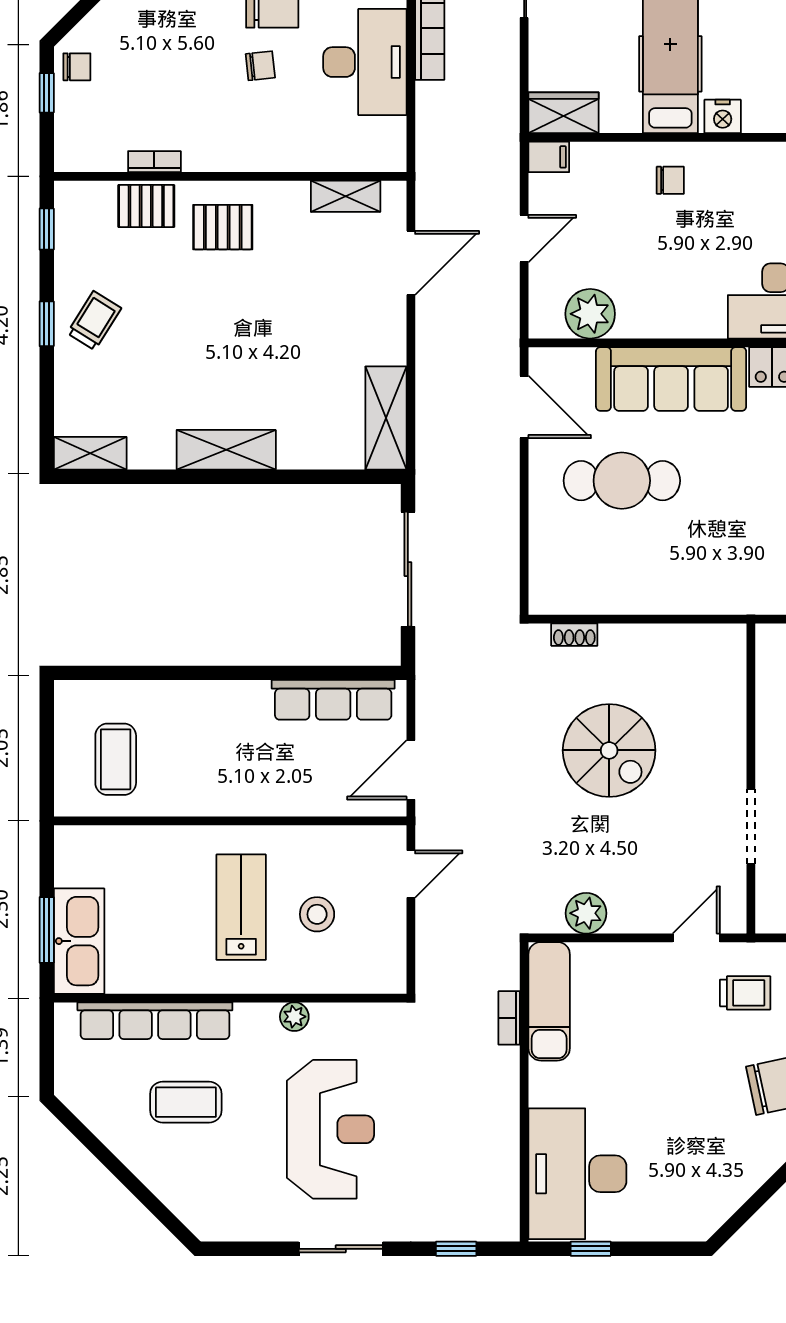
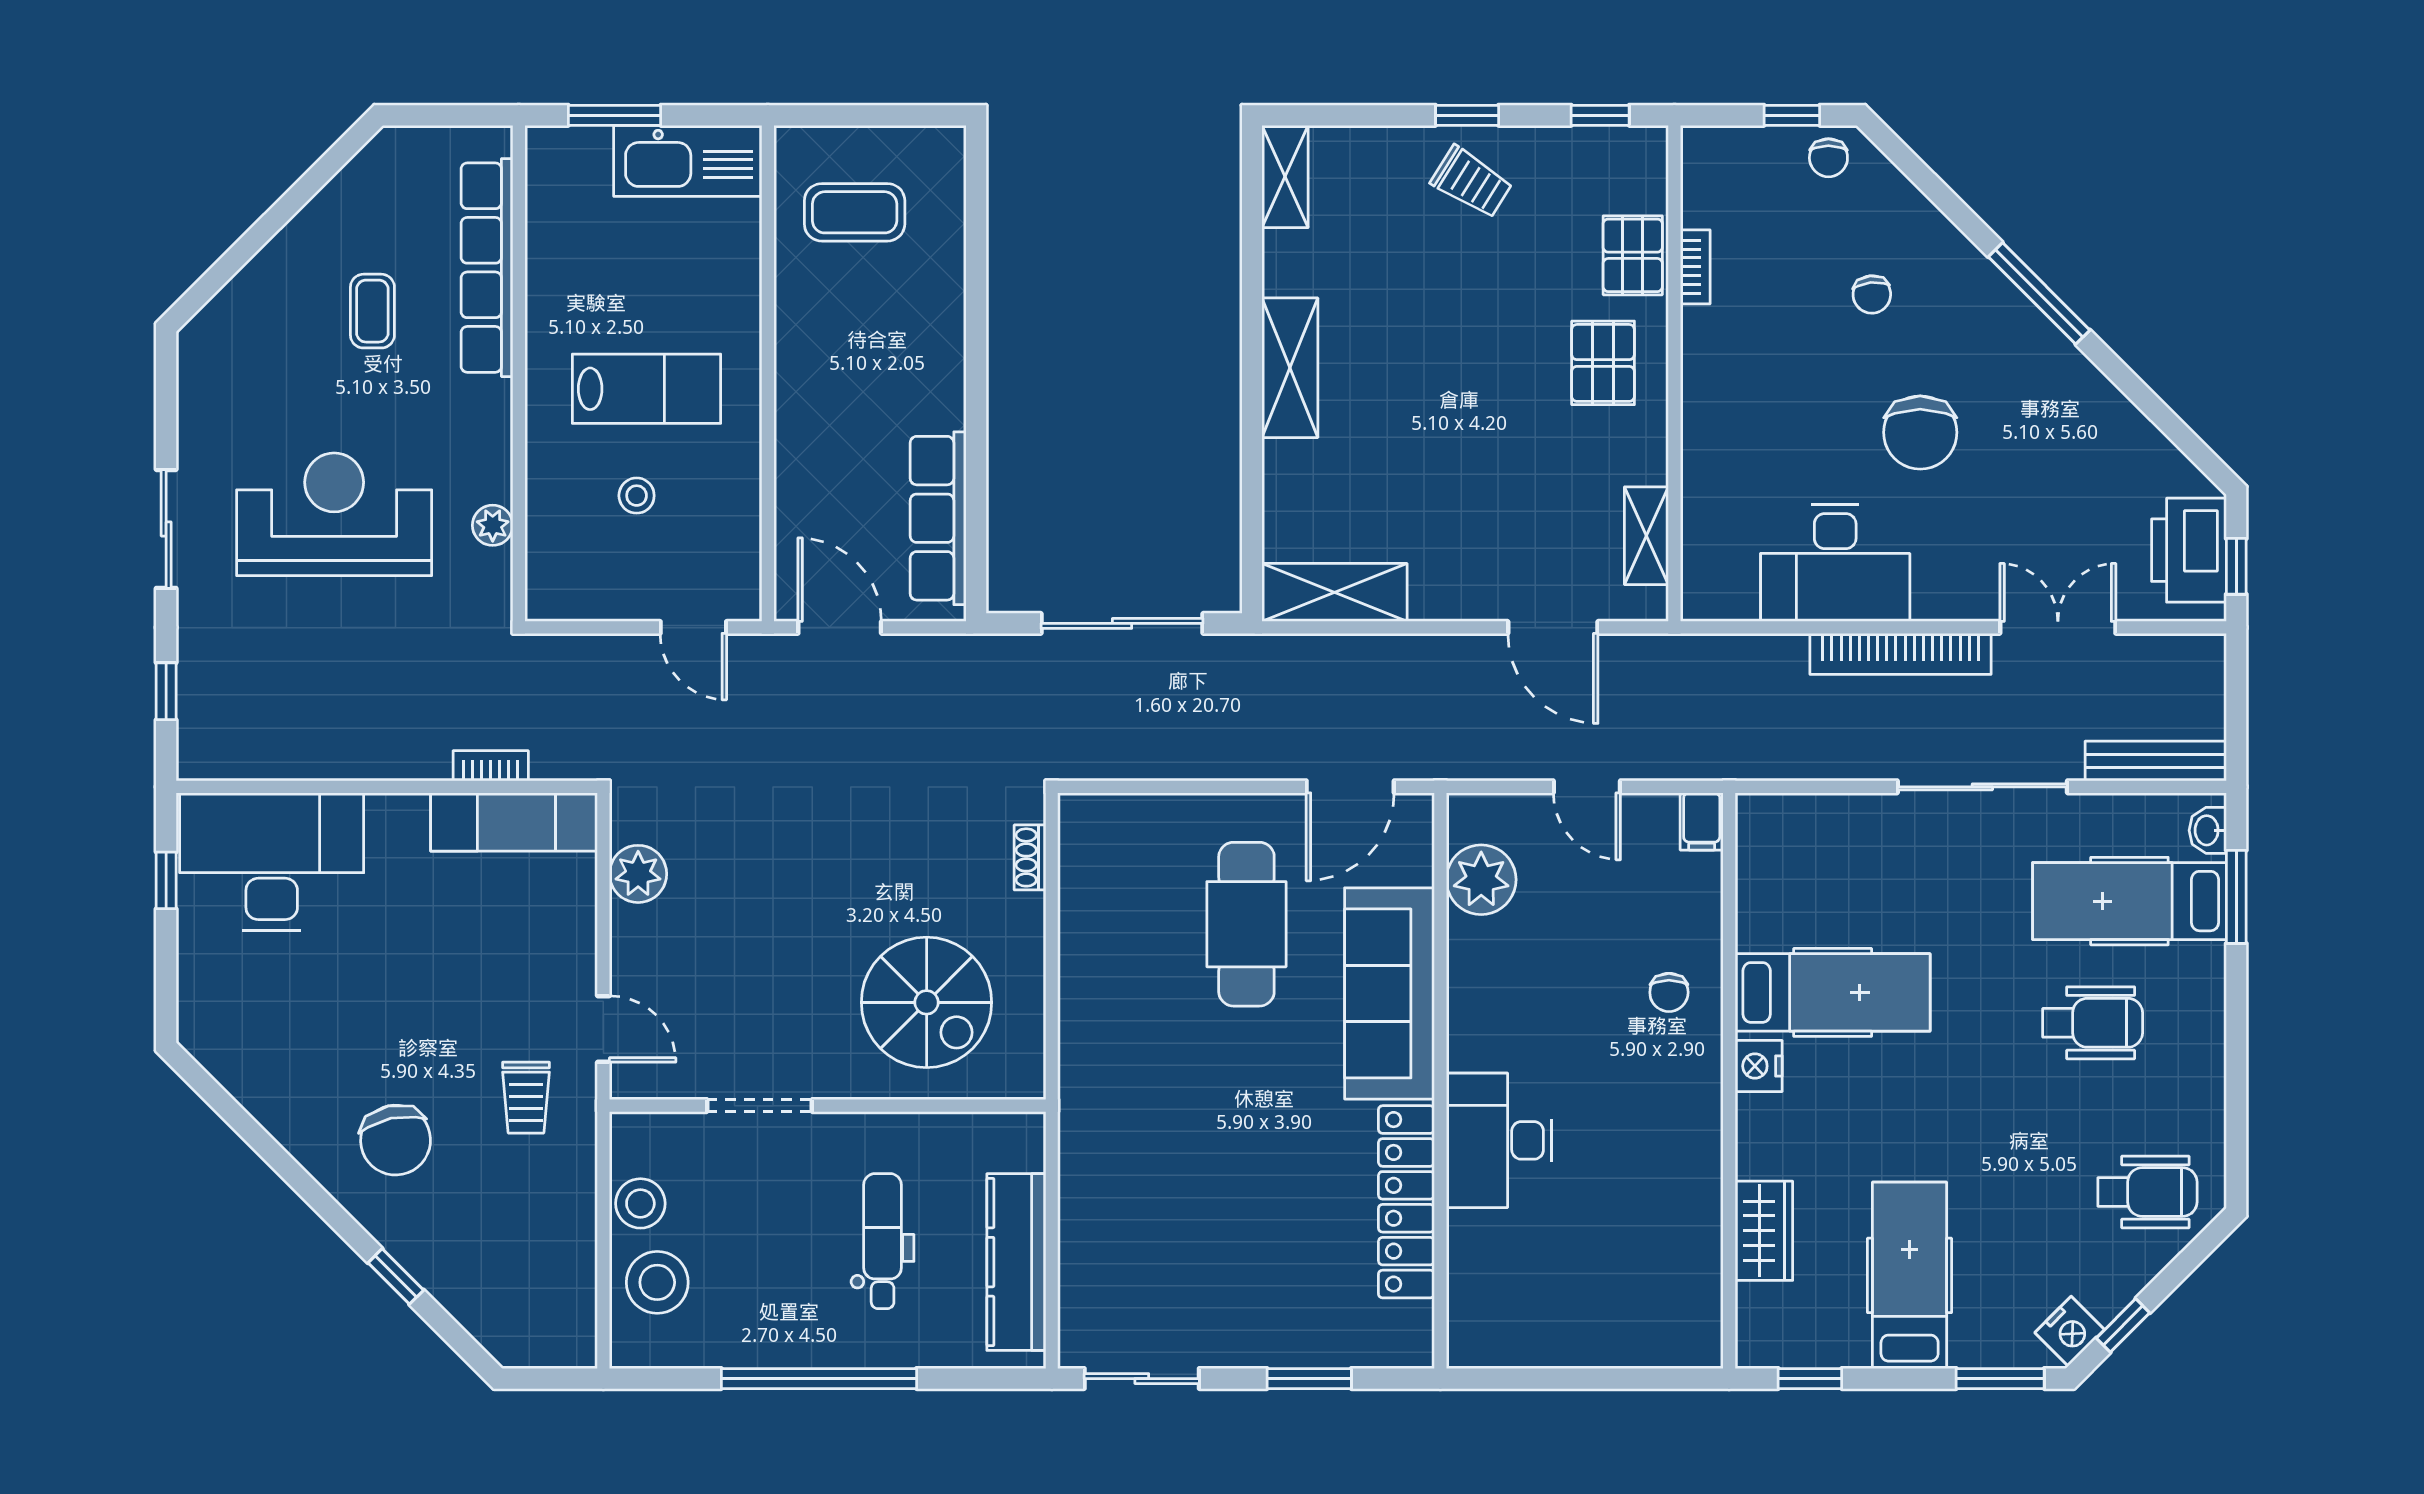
chair: (260, 66) -> (1872, 294), moved
wardrobe: (564, 113) -> (1764, 842), removed
spiral stairs: (609, 750) -> (927, 1002), moved, turned -90
stool: (317, 914) -> (637, 496), width x0.73, depth x0.73
kitchen sink: (79, 941) -> (688, 161), moved
plant: (294, 1017) -> (493, 525), moved
coffee table: (186, 1102) -> (372, 311), width x0.73, depth x0.77
reception desk: (330, 1129) -> (334, 514), turned 180

